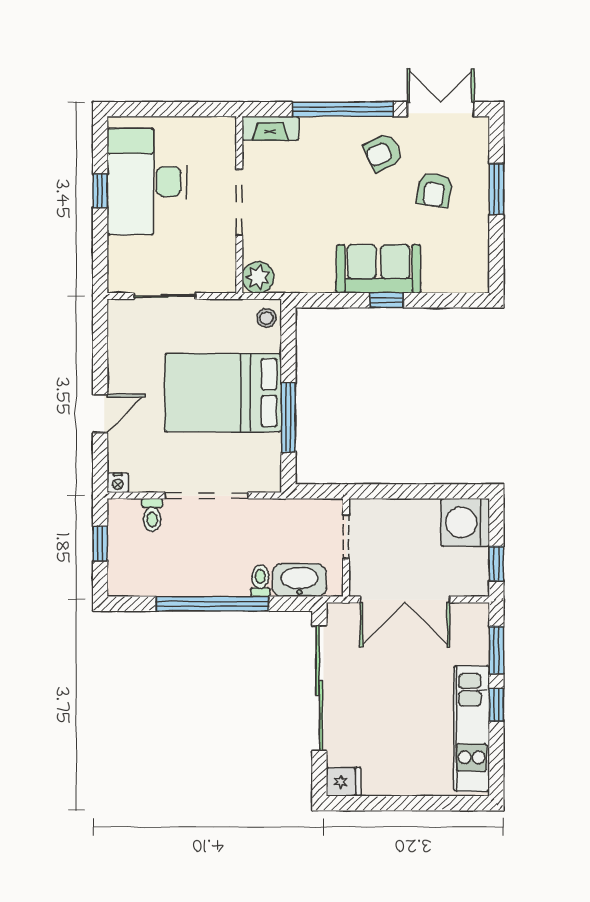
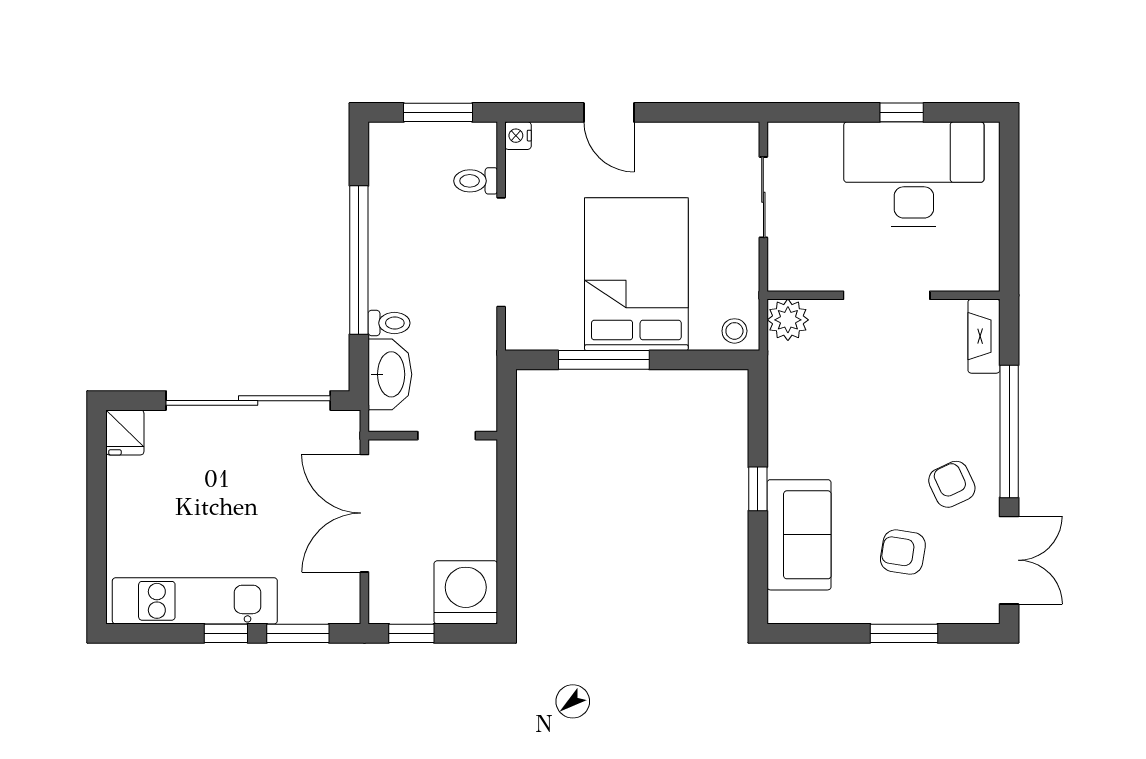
sofa: (378, 269) -> (799, 535), moved
window: (100, 544) -> (438, 112), width x1.50

